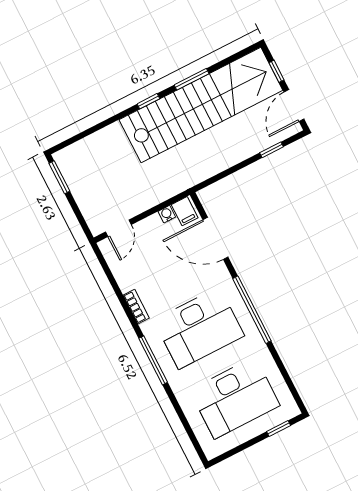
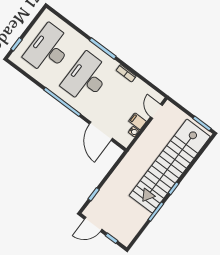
stairs: (201, 105) -> (170, 166), moved
door: (294, 105) -> (93, 224), swing flipped
filing cabinet: (185, 211) -> (137, 121), moved
door: (215, 238) -> (101, 131), swing flipped

